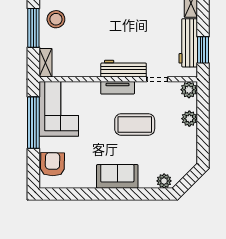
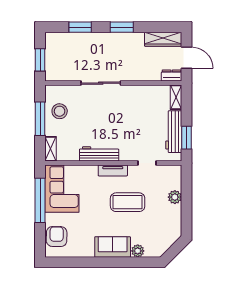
workbench: (124, 69) -> (99, 154), moved
plant: (189, 90) -> (174, 172), removed
plant: (164, 181) -> (138, 251), moved

